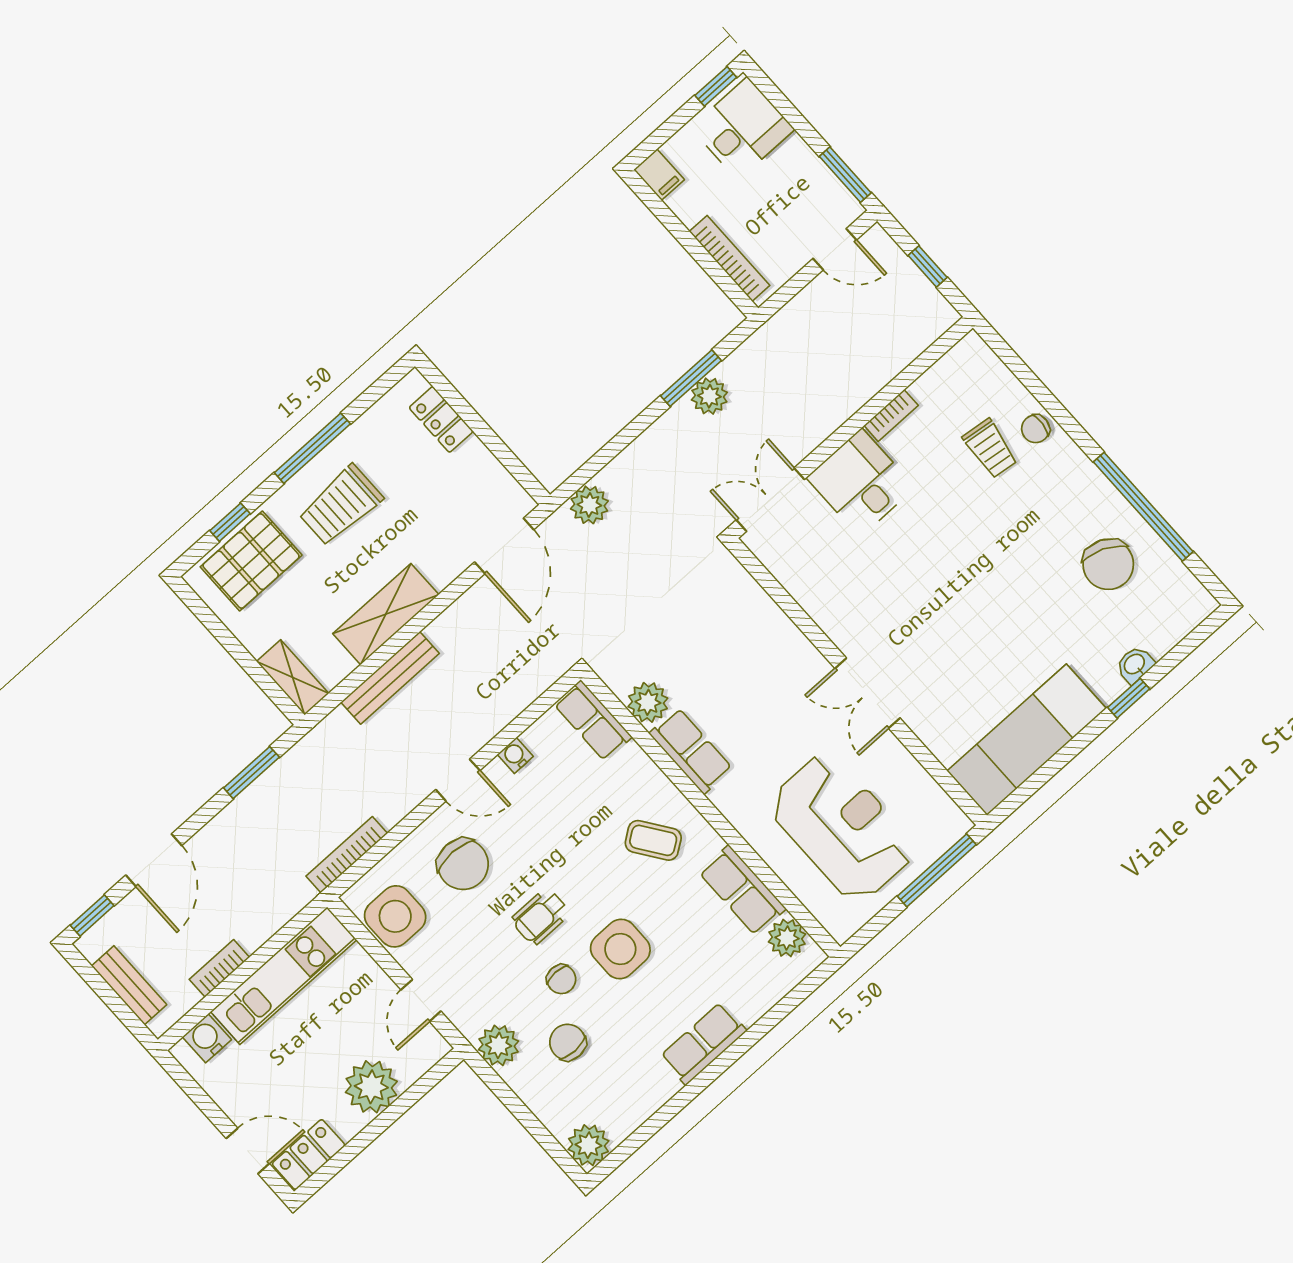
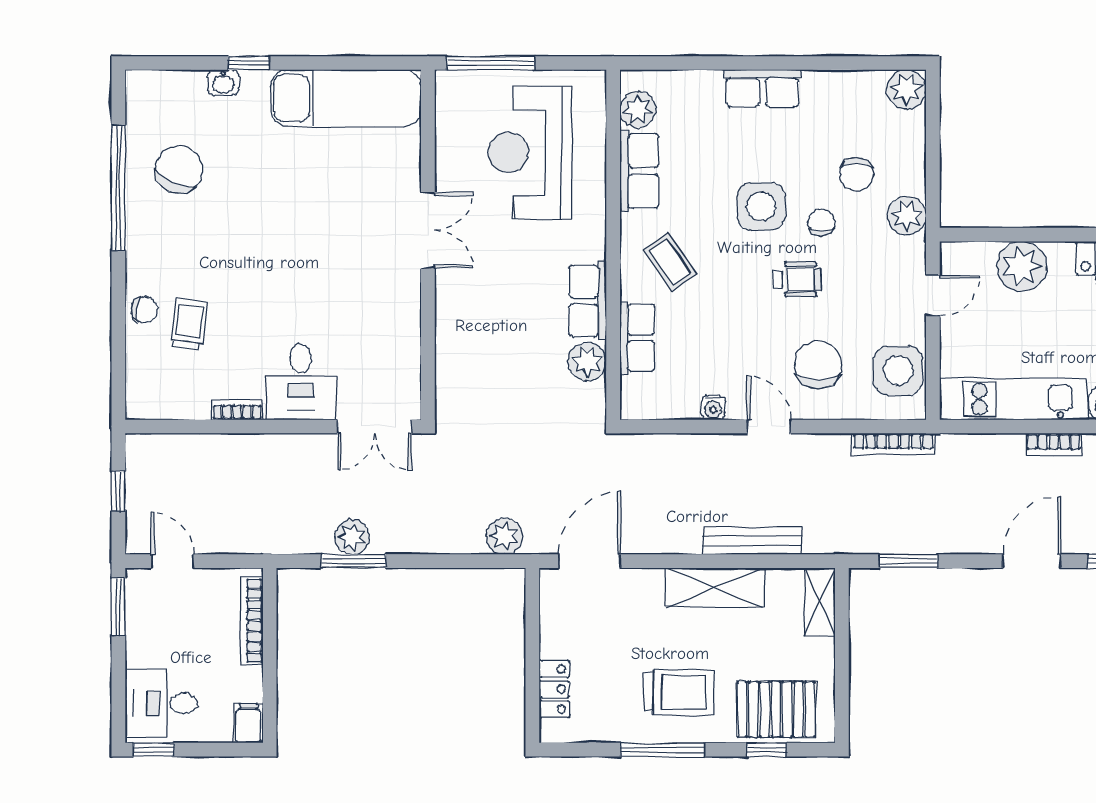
row of seats: (593, 721) -> (637, 338), moved

